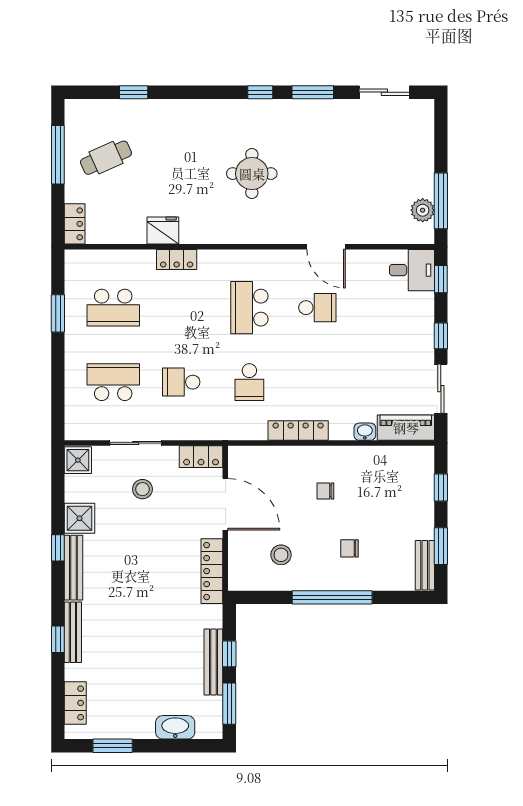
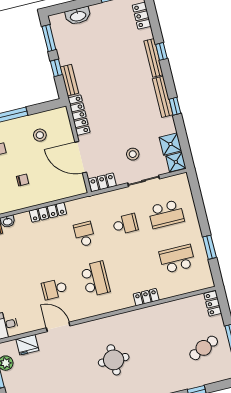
fridge: (163, 231) -> (27, 345), moved
shower: (80, 518) -> (170, 144), moved
bench: (213, 662) -> (69, 80), moved, width x0.73

